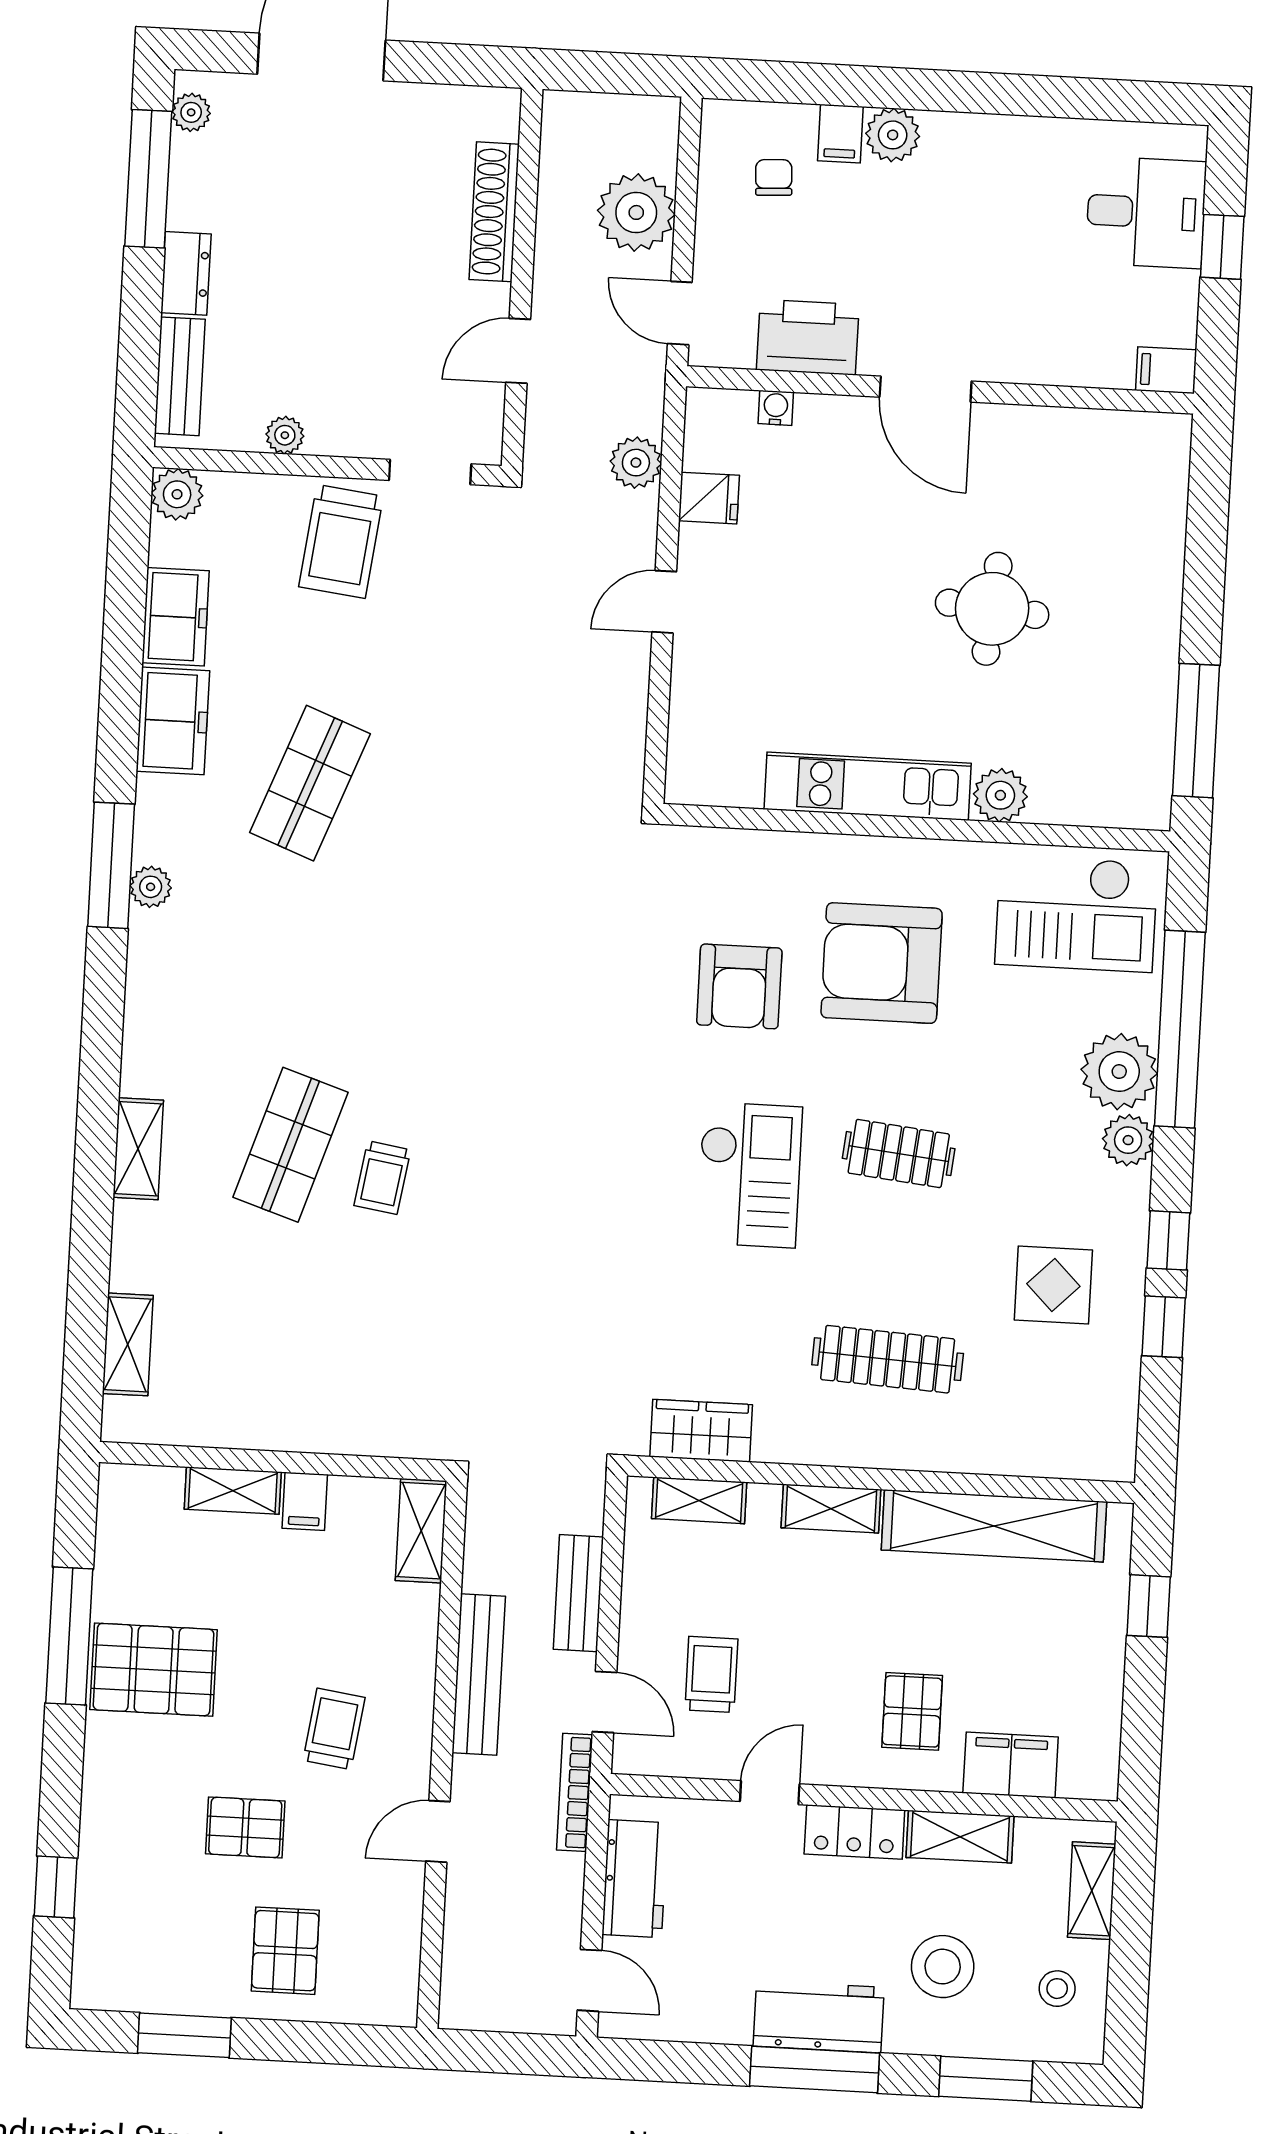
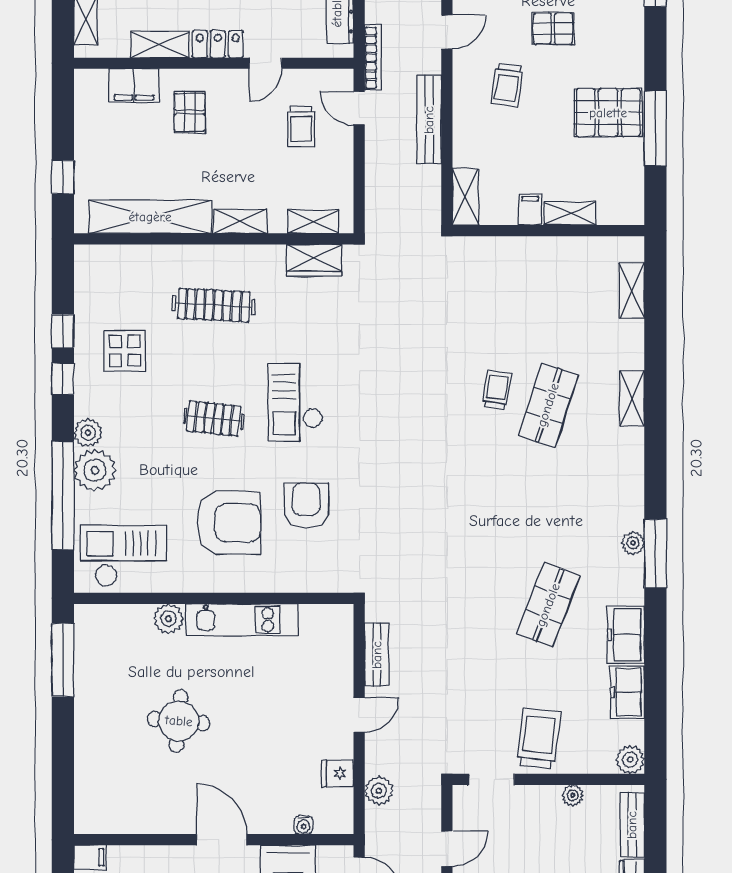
bench: (578, 1593) -> (377, 655), moved

